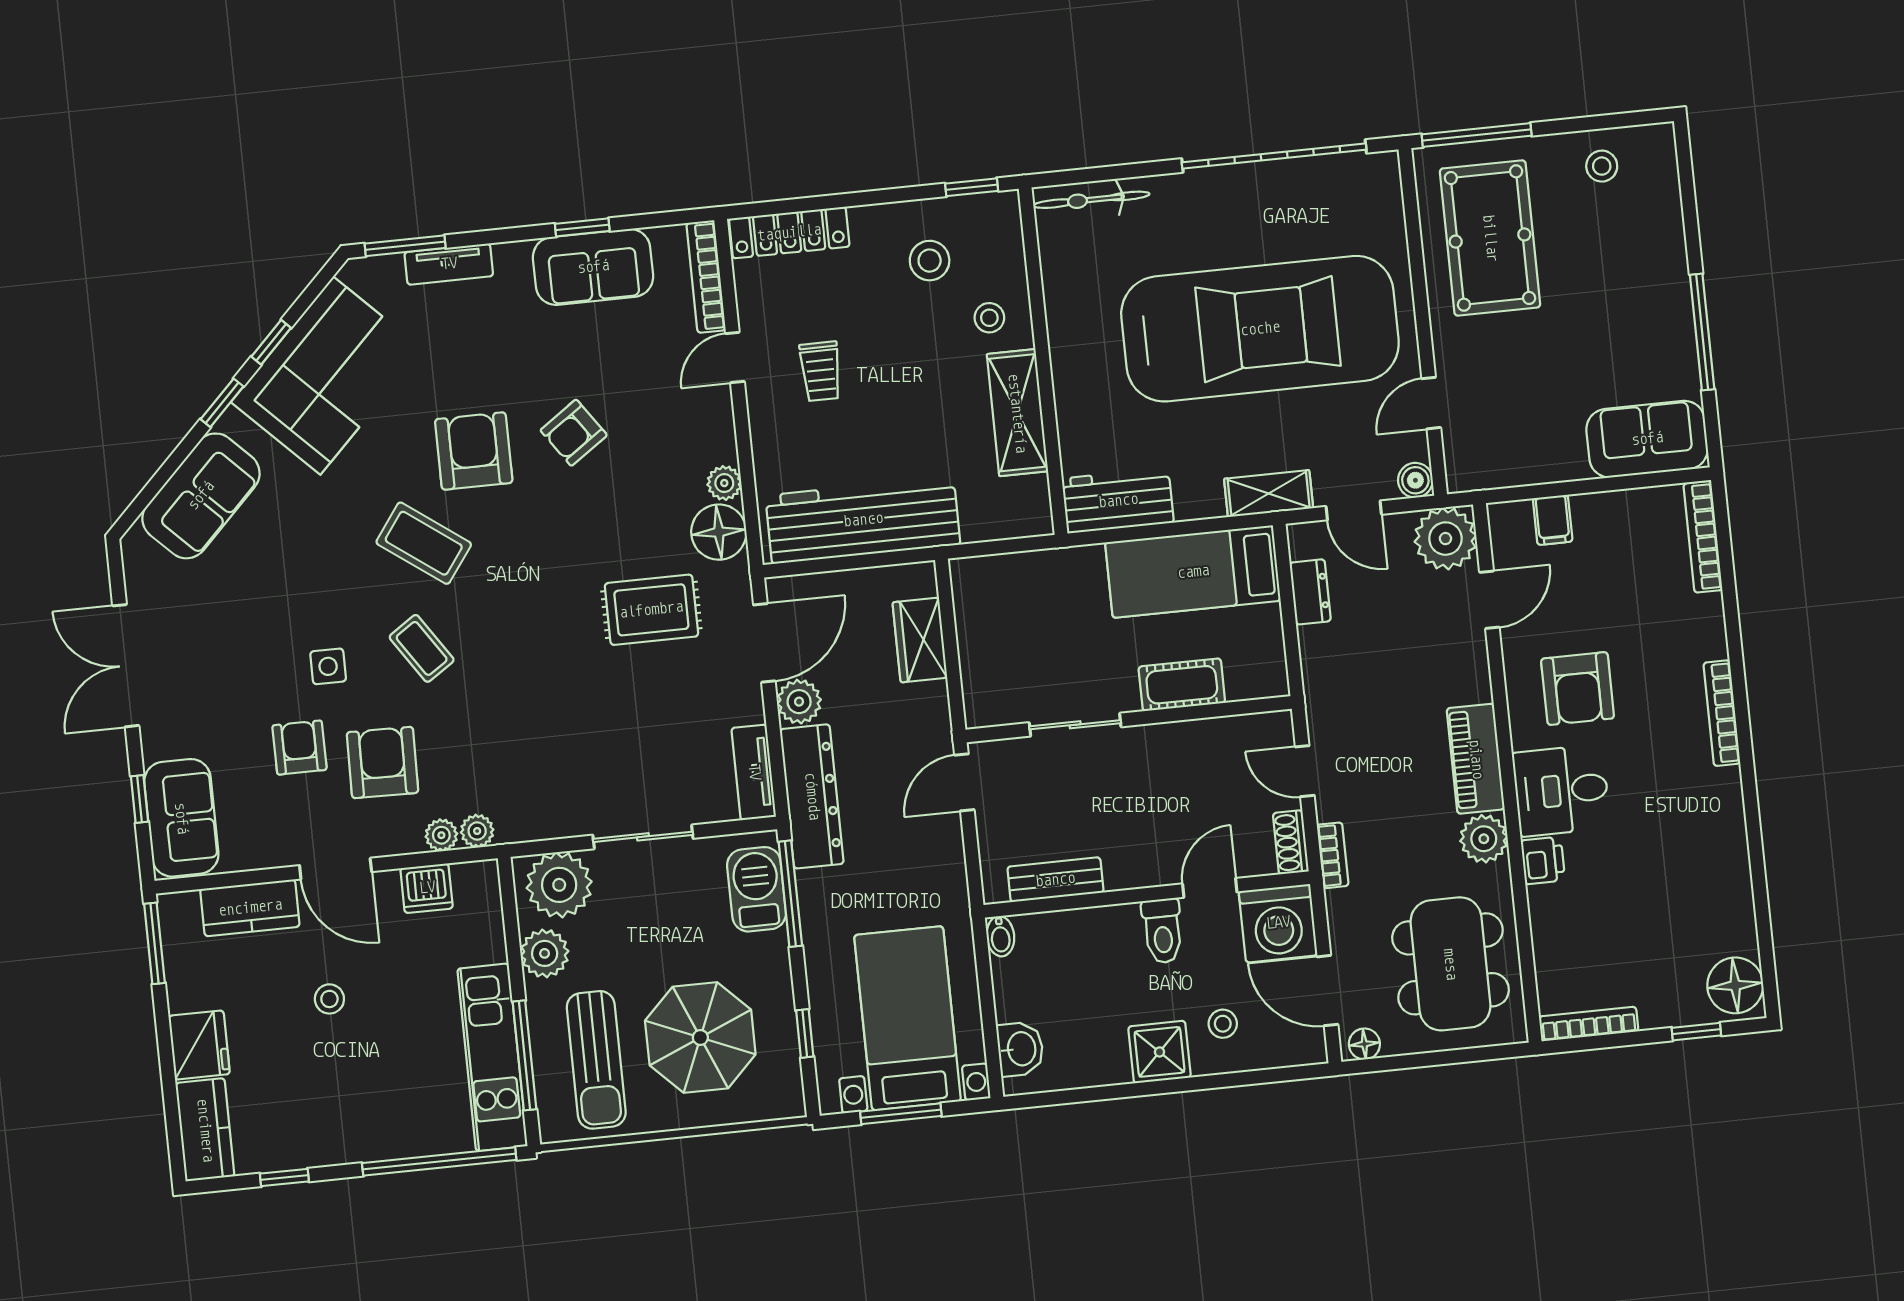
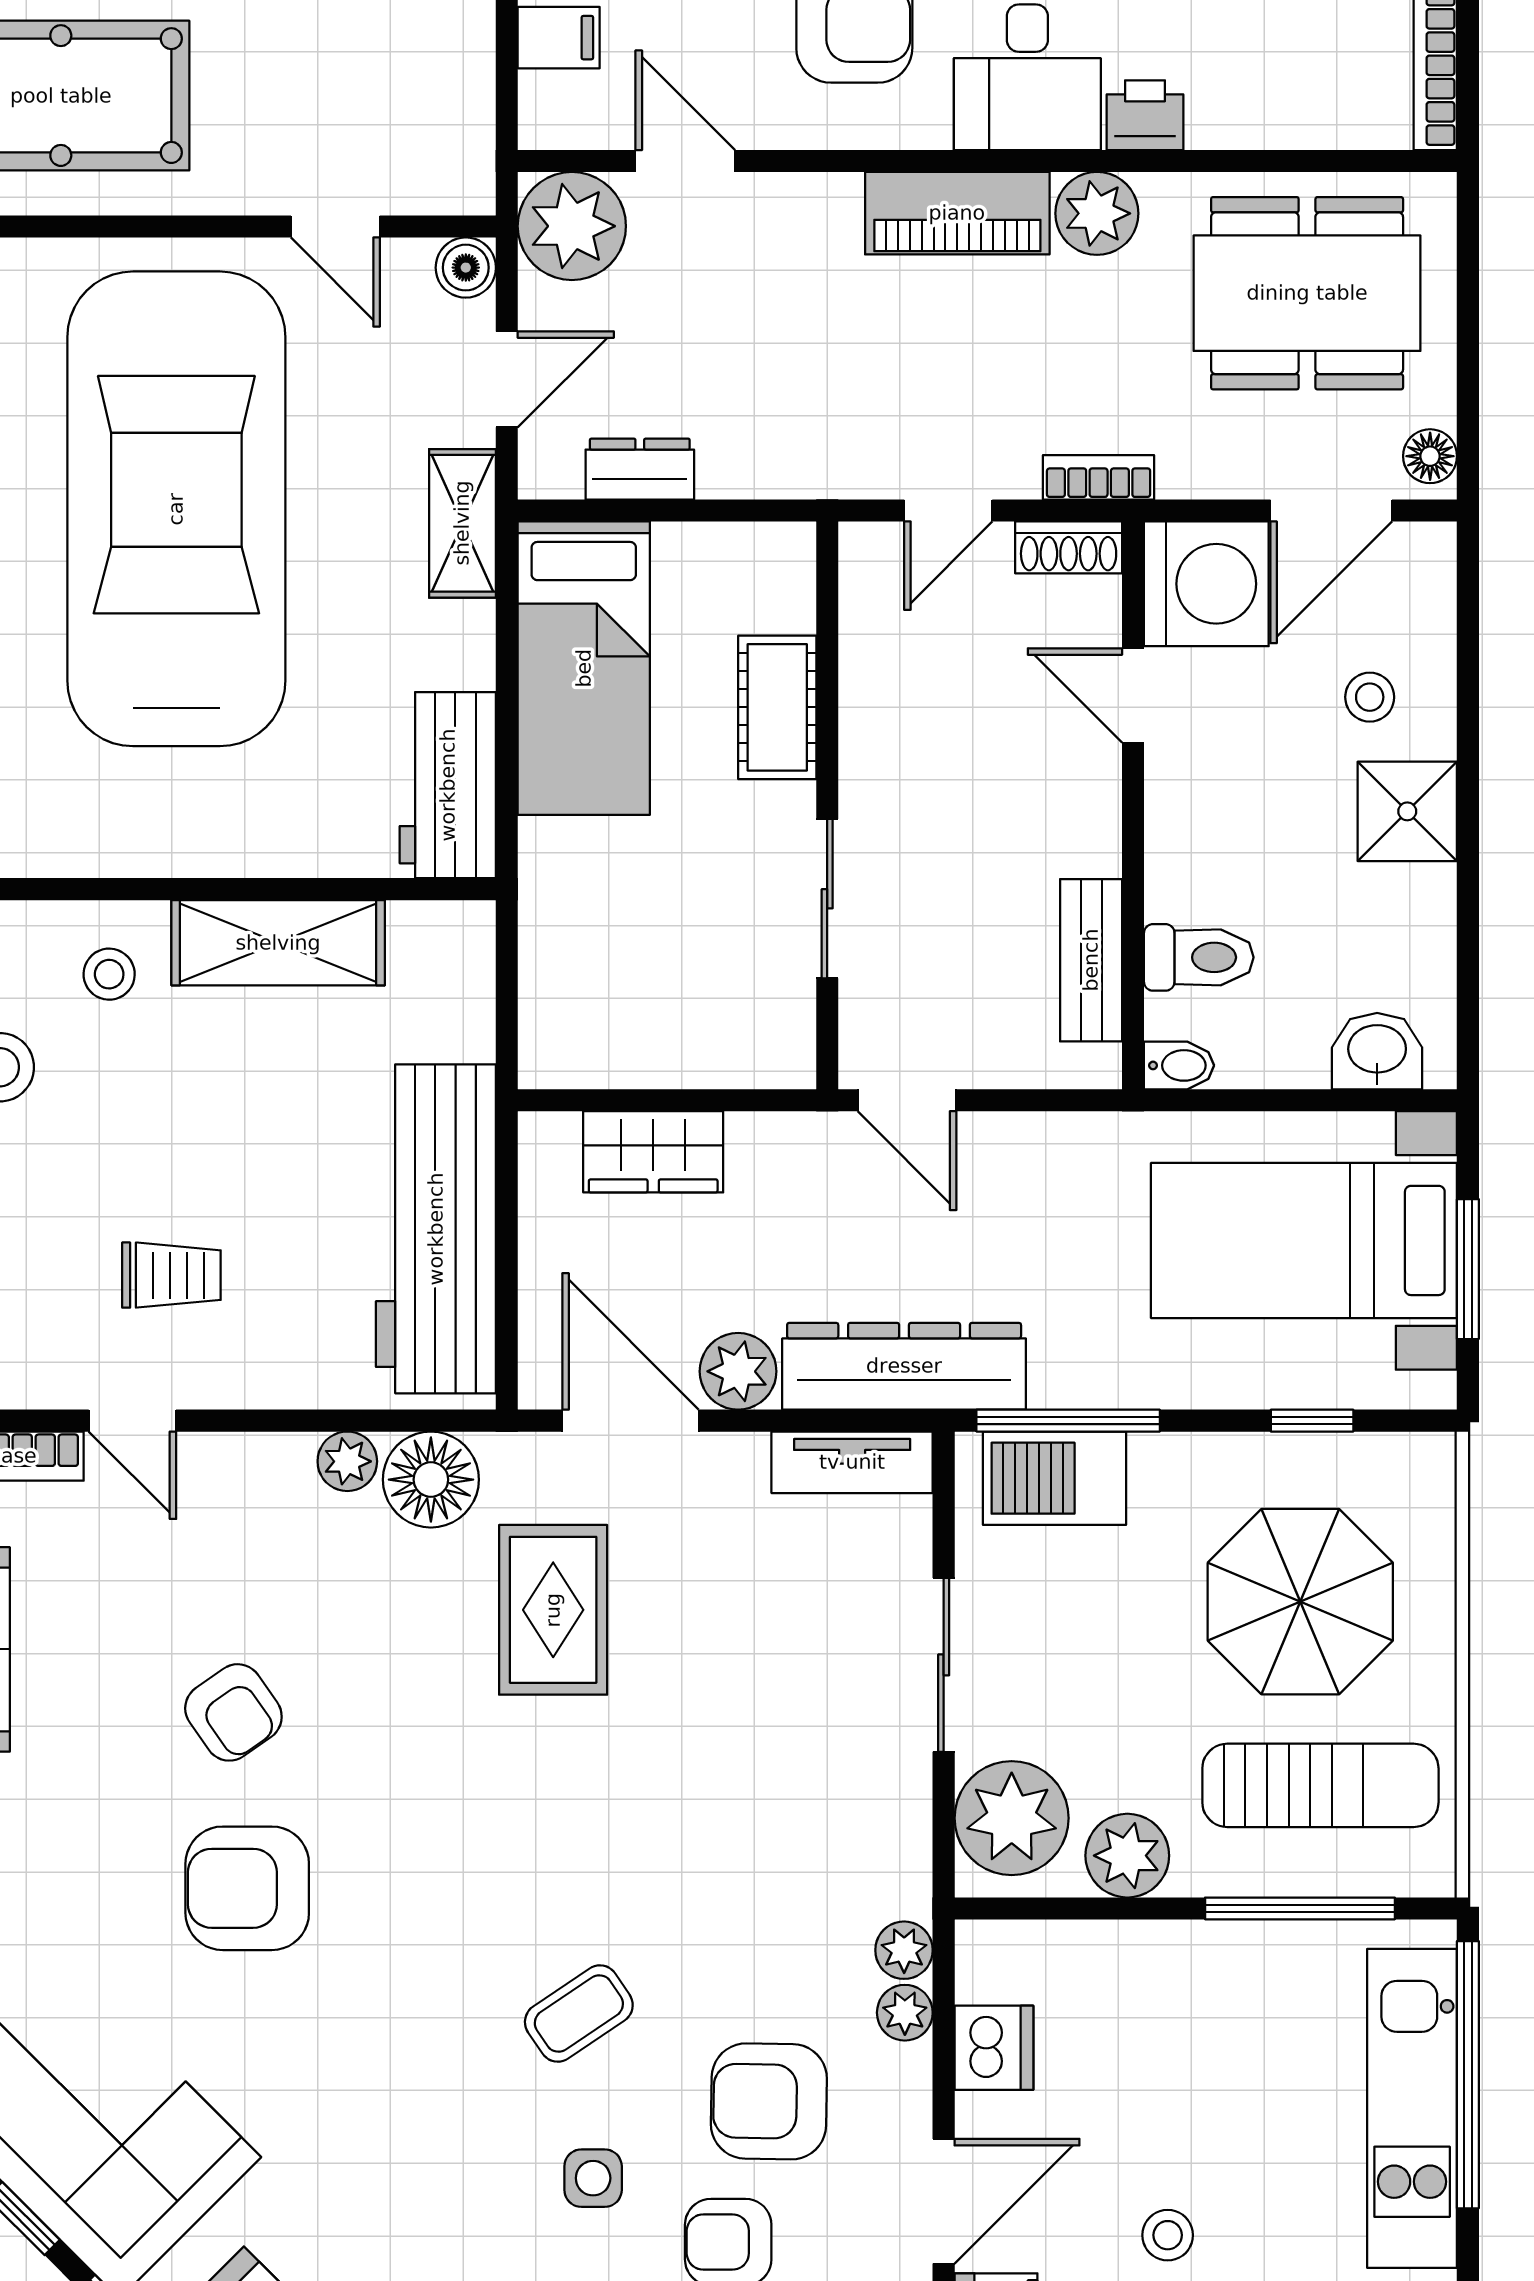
coffee table: (424, 543) -> (397, 1991), removed
toilet: (1162, 931) -> (1199, 957), moved
kitchen unit: (492, 1057) -> (1412, 2108), moved, turned 90

